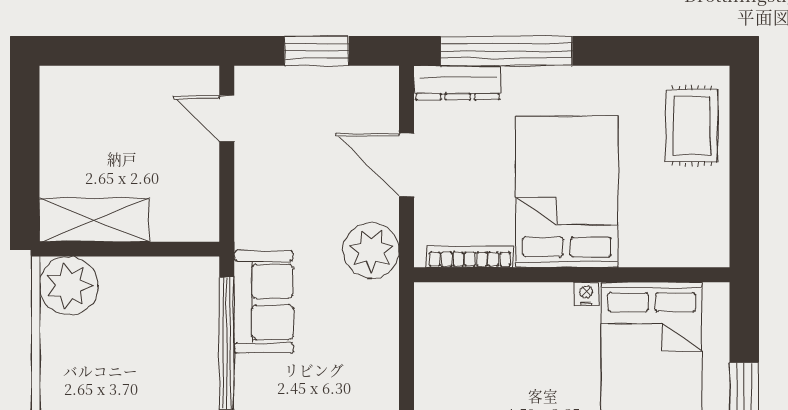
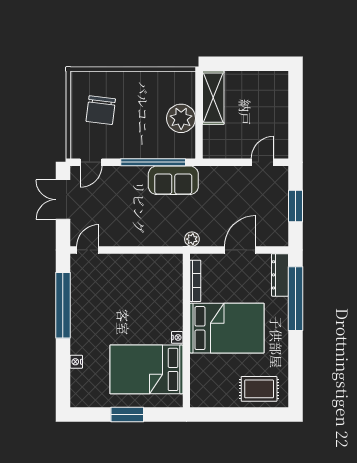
plant: (371, 250) -> (192, 239), width x0.53, depth x0.53
plant: (69, 286) -> (181, 118), moved

